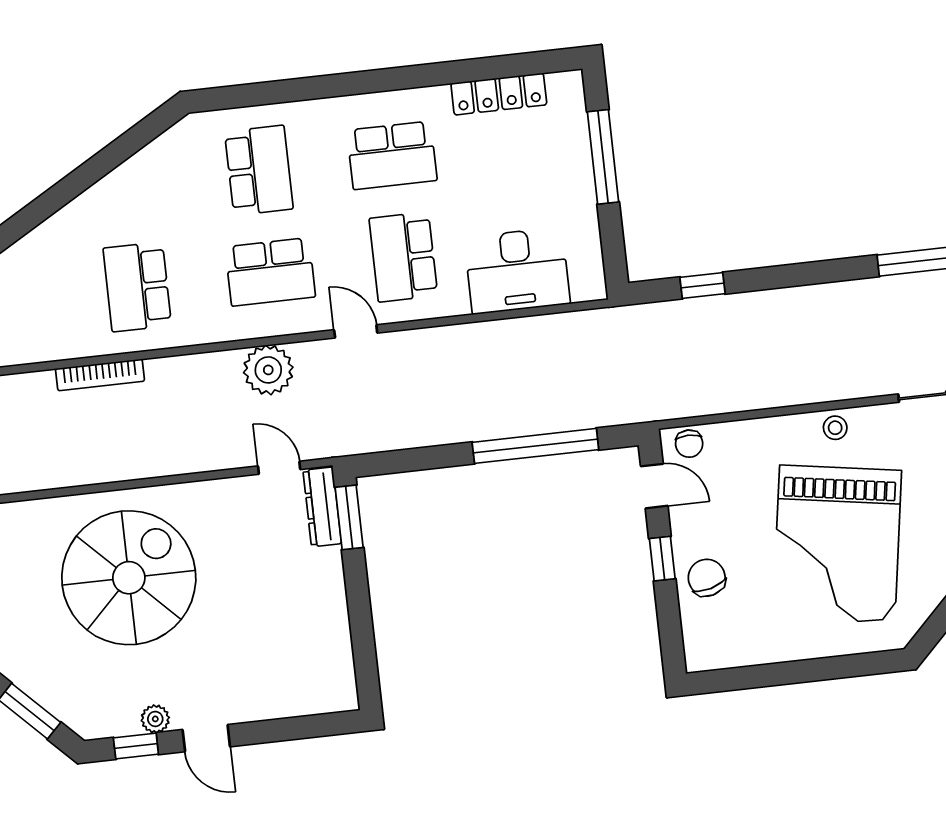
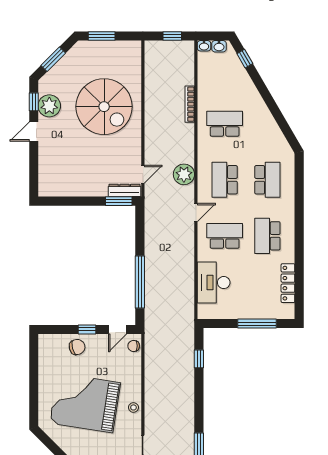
school desk: (259, 170) -> (267, 180), turned -90
plant: (155, 719) -> (49, 106), width x1.87, depth x1.87

